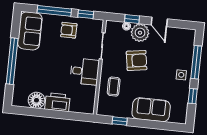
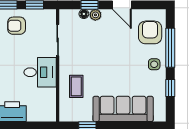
plant: (140, 33) -> (95, 15), width x0.53, depth x0.53
armchair: (137, 60) -> (150, 32), moved, turned -81
sofa: (151, 110) -> (123, 109), width x1.36

